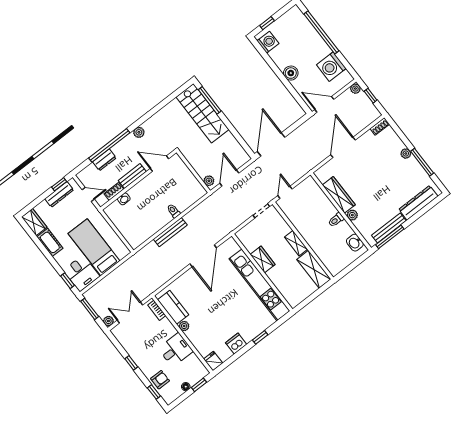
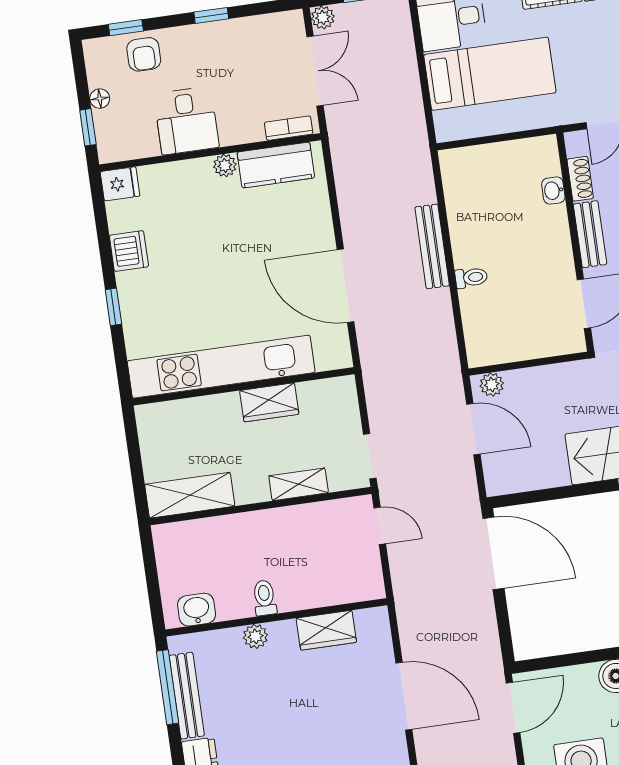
wardrobe: (339, 195) -> (326, 630), width x0.67
shelving: (296, 243) -> (299, 484), moved

